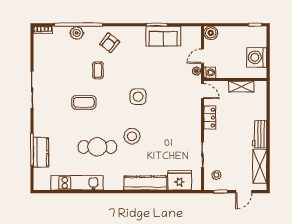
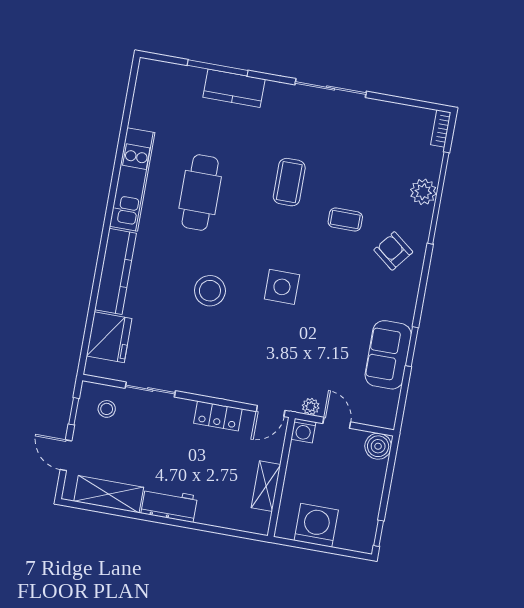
stool: (132, 136) -> (210, 291), moved
kitchen counter: (41, 152) -> (234, 88), moved
kitchen unit: (77, 183) -> (132, 179), moved

